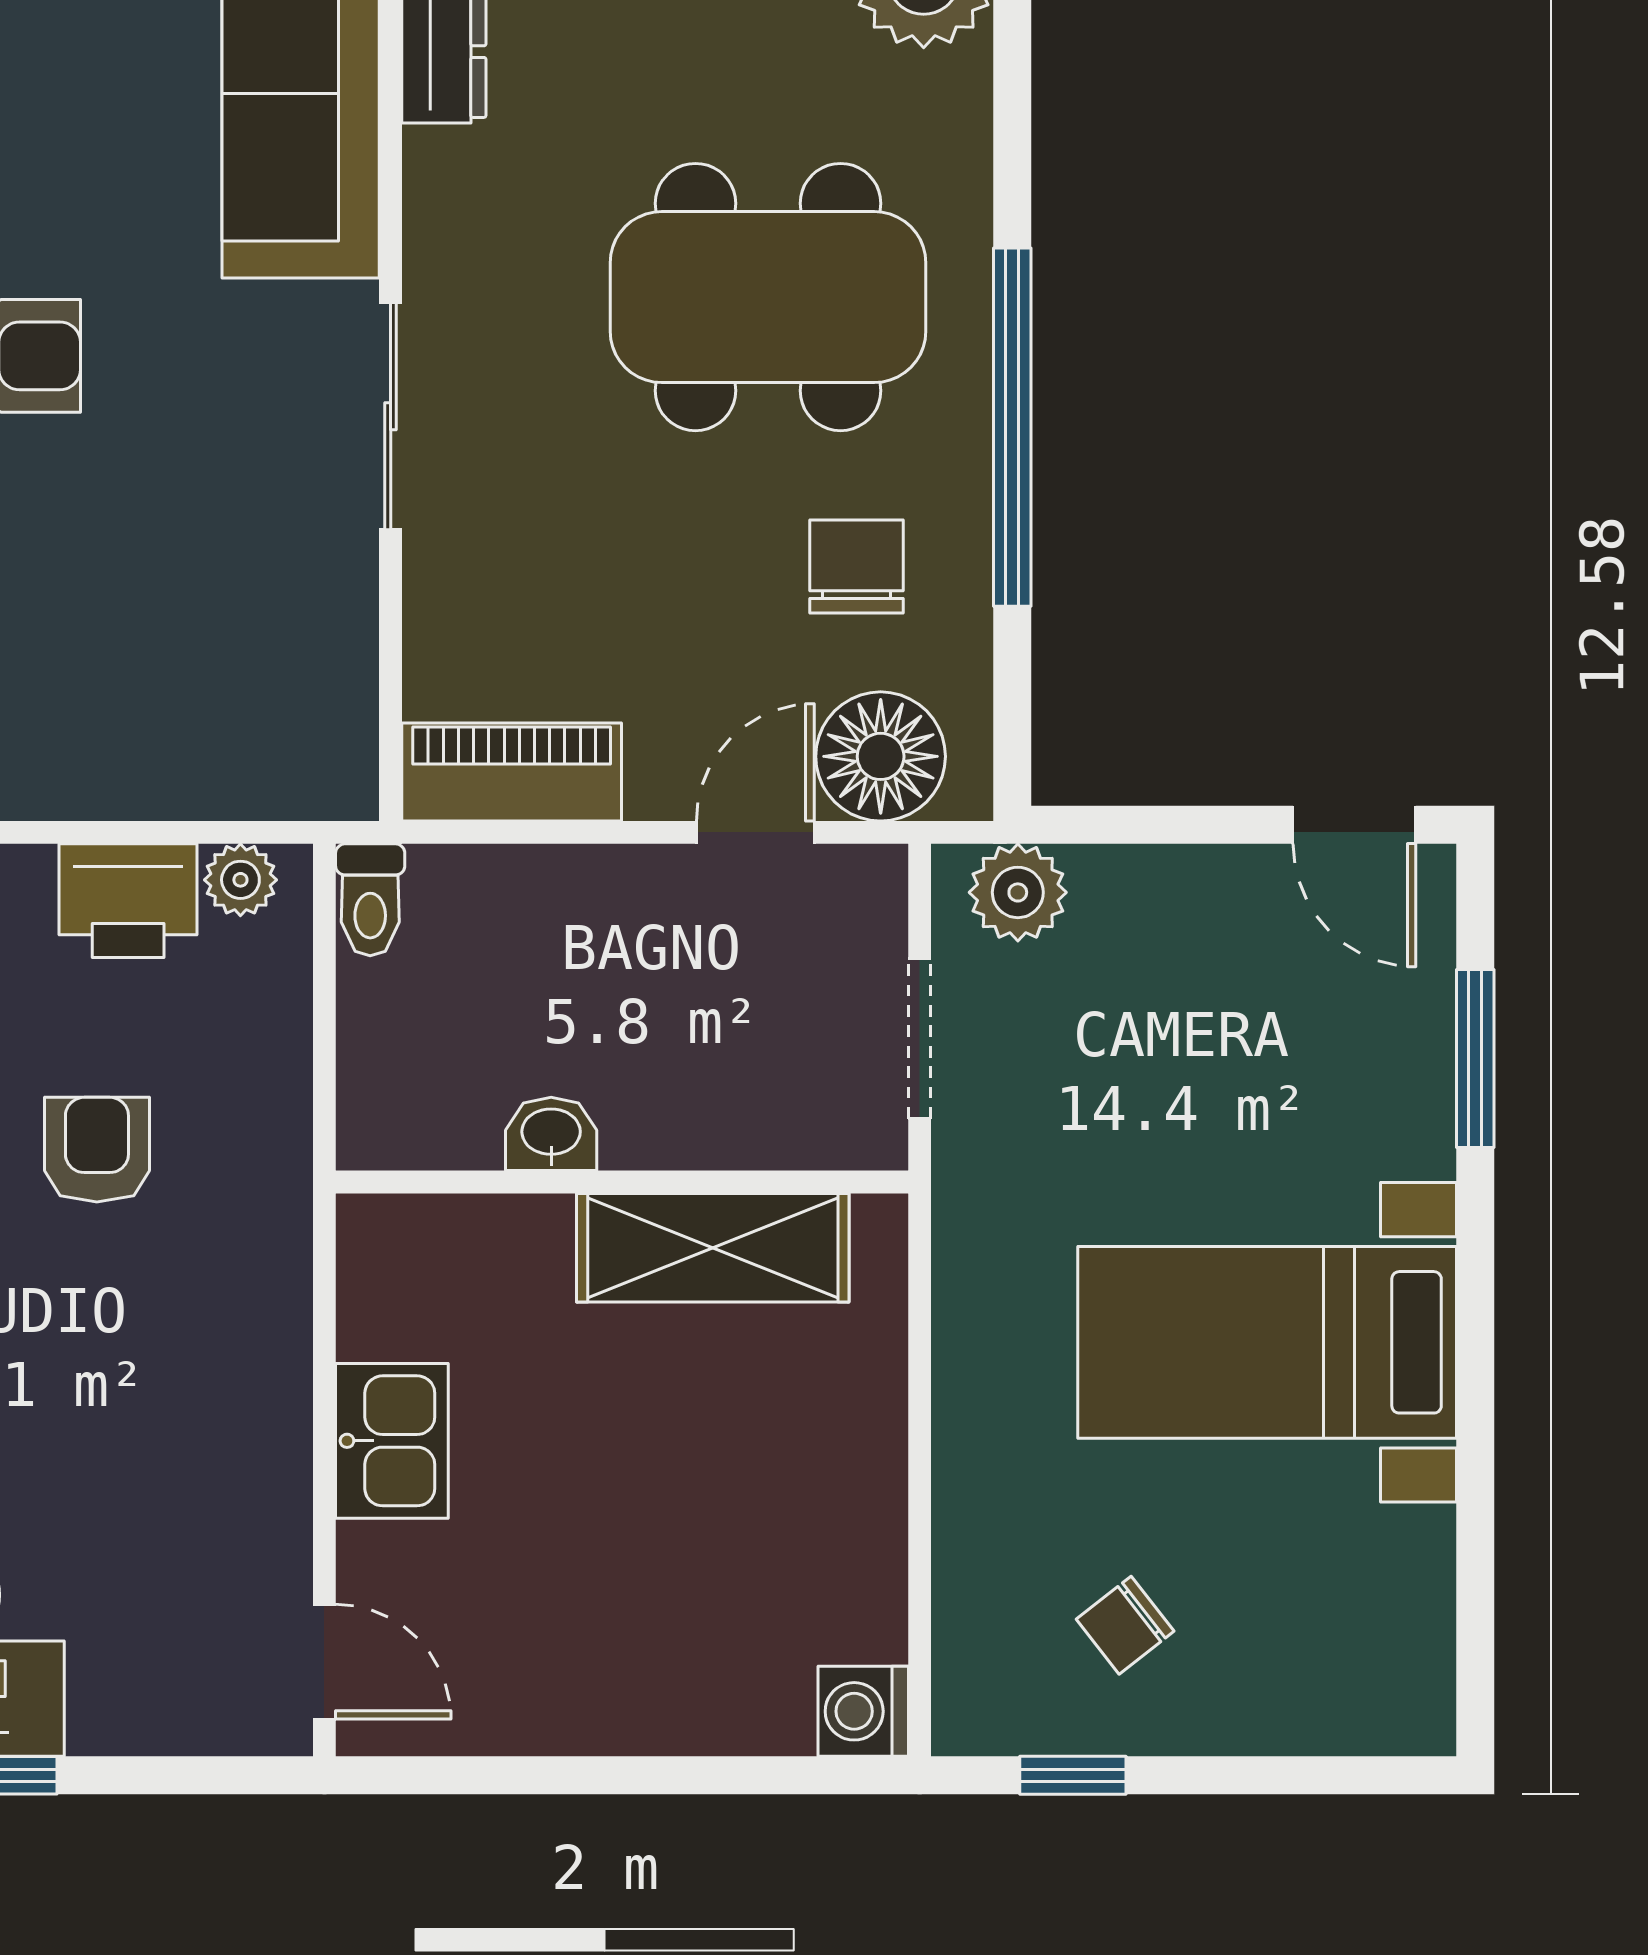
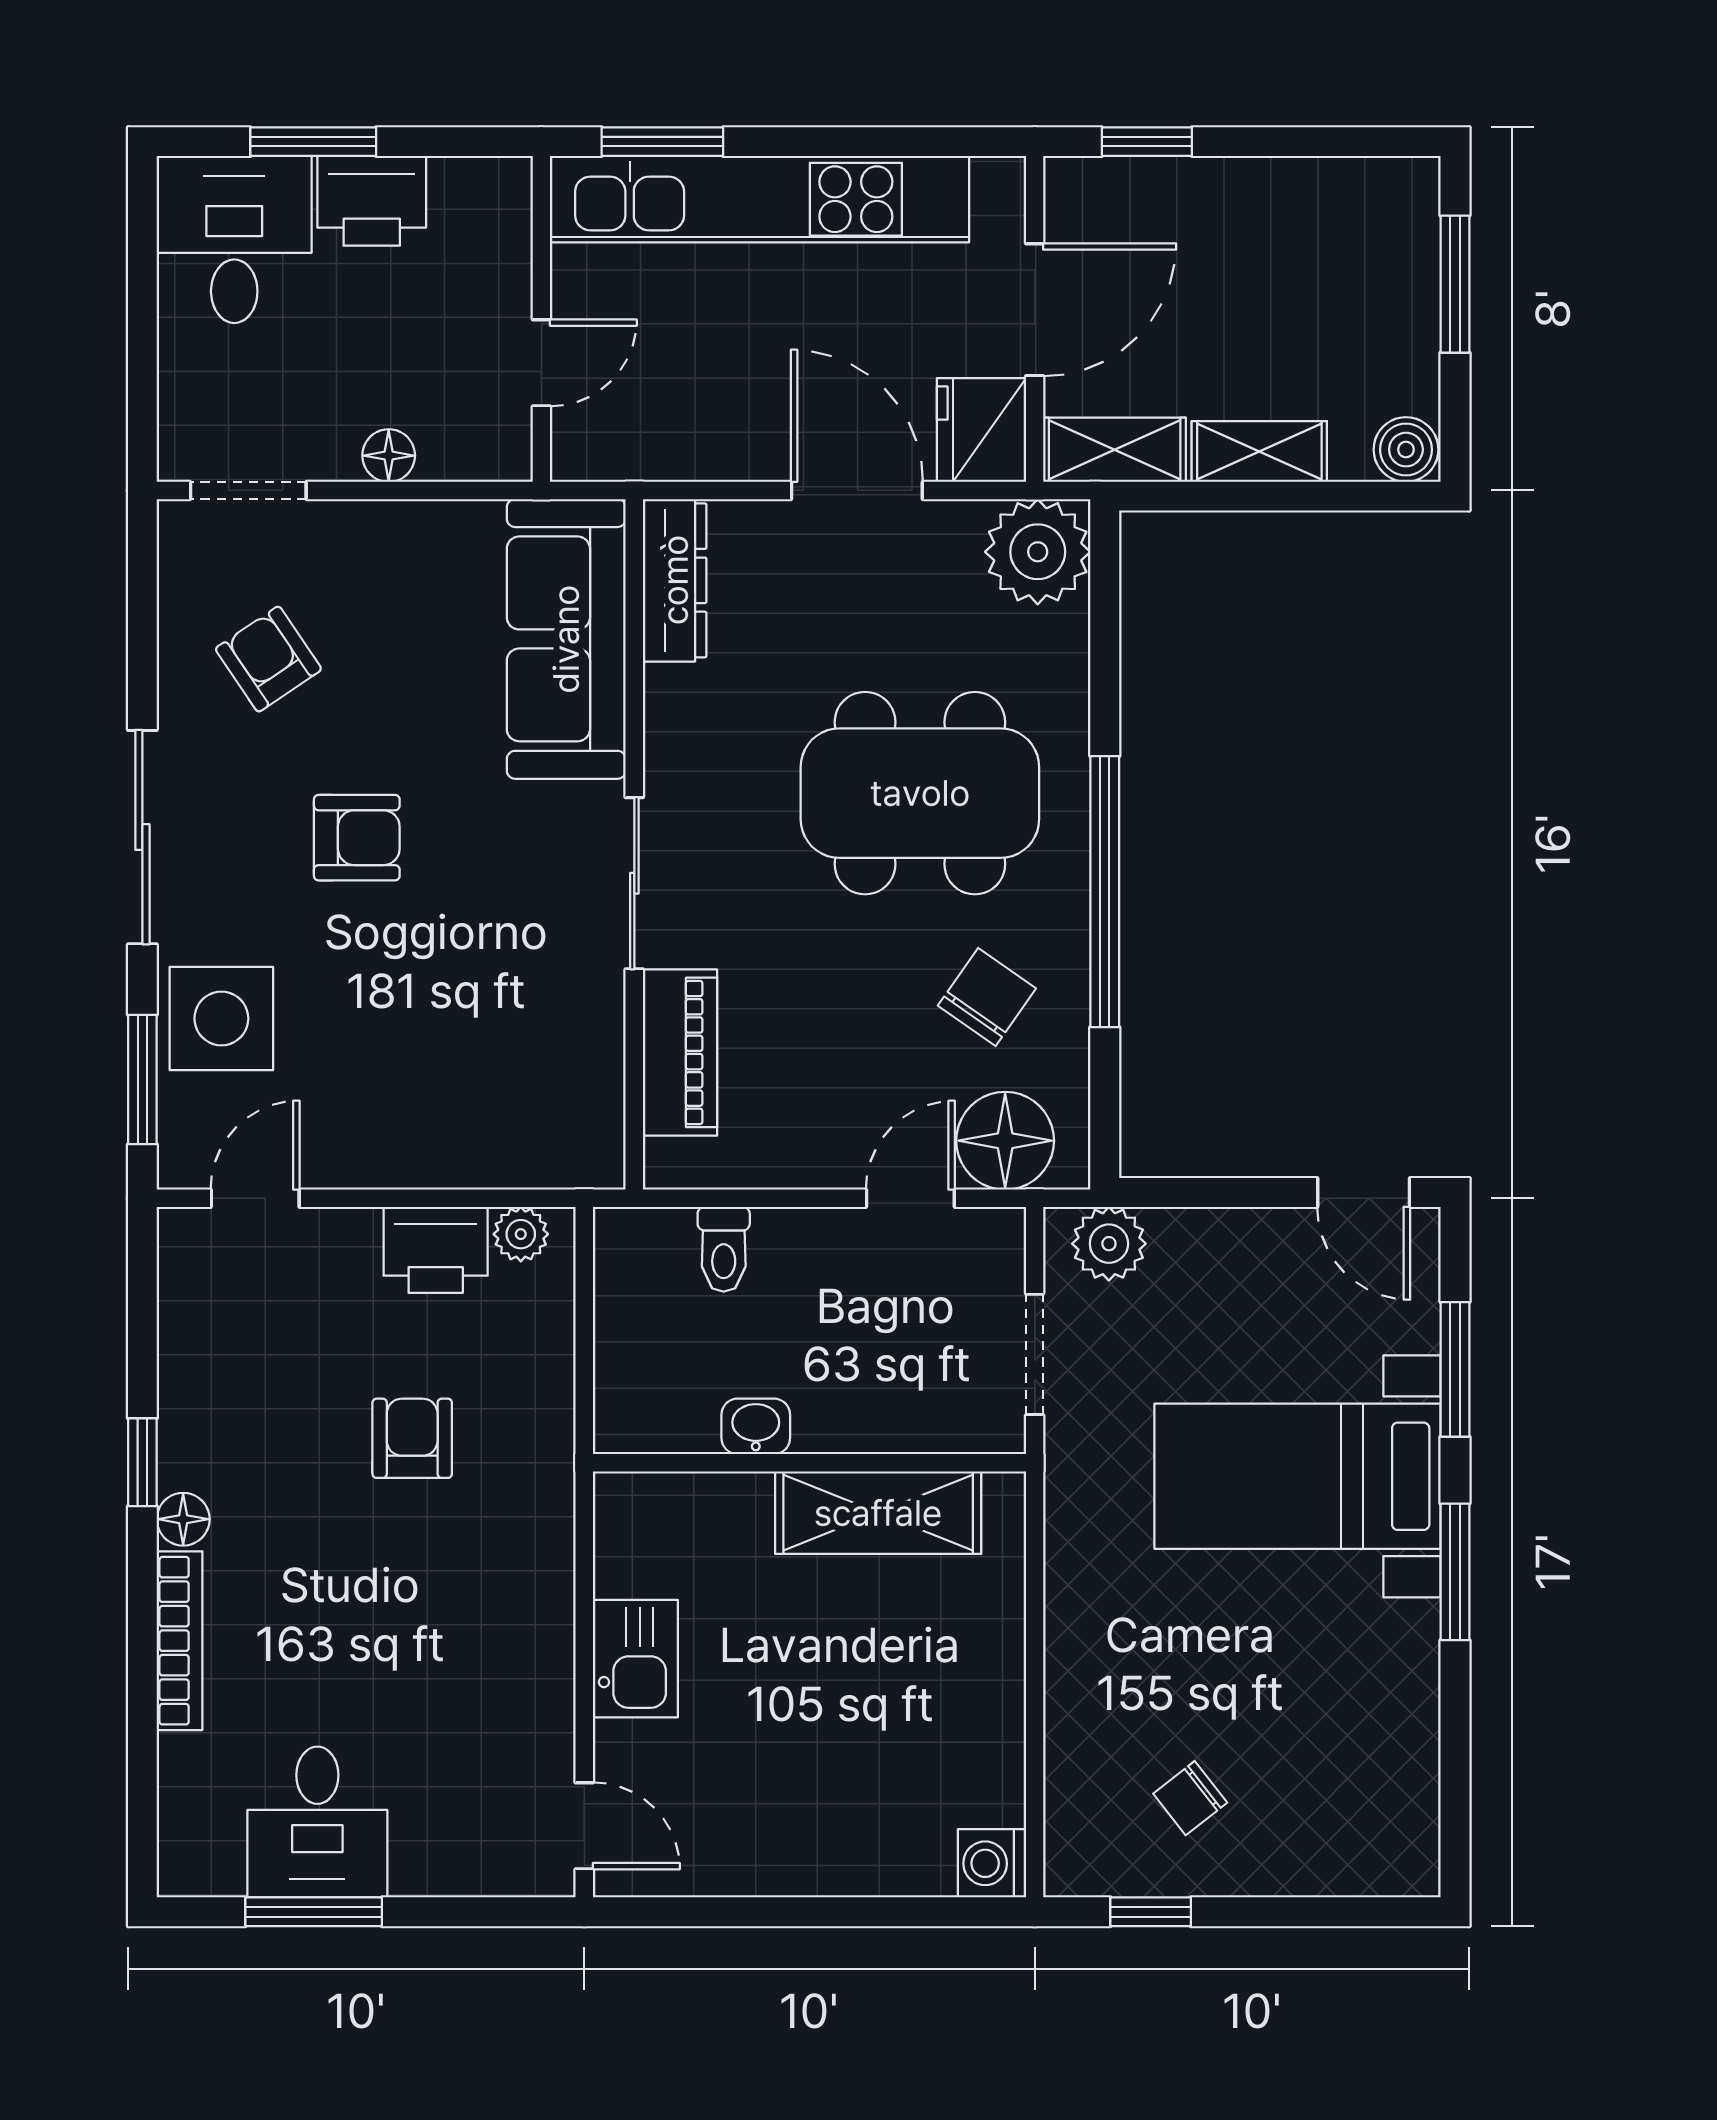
chair: (857, 567) -> (987, 997), turned 35
piano: (512, 772) -> (680, 1052), moved, turned 90
toilet: (370, 900) -> (724, 1249), moved
window: (1475, 1326) -> (1455, 1572), added
bed with nightstands: (1267, 1342) -> (1298, 1476), moved

